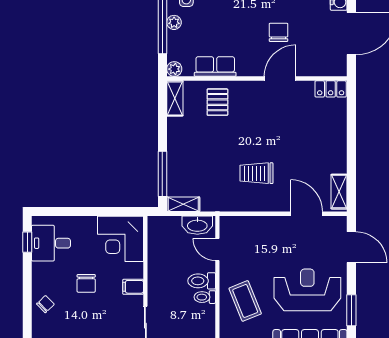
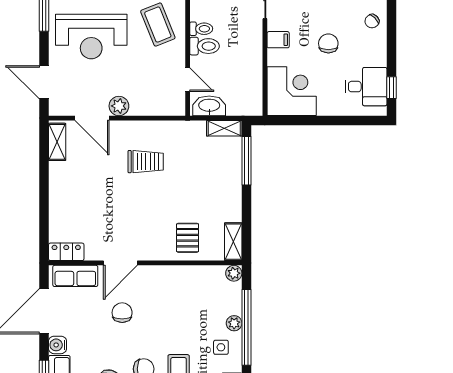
chair: (279, 32) -> (122, 313), turned 180
row of seats: (215, 67) -> (75, 276), moved
plant: (281, 225) -> (119, 106), added

